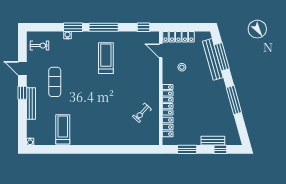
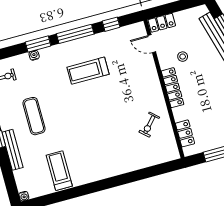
window: (143, 27) -> (111, 24), moved
locker: (178, 37) -> (162, 23), width x0.66
treadmill: (106, 58) -> (88, 71), turned -90
locker: (168, 100) -> (173, 88), moved

